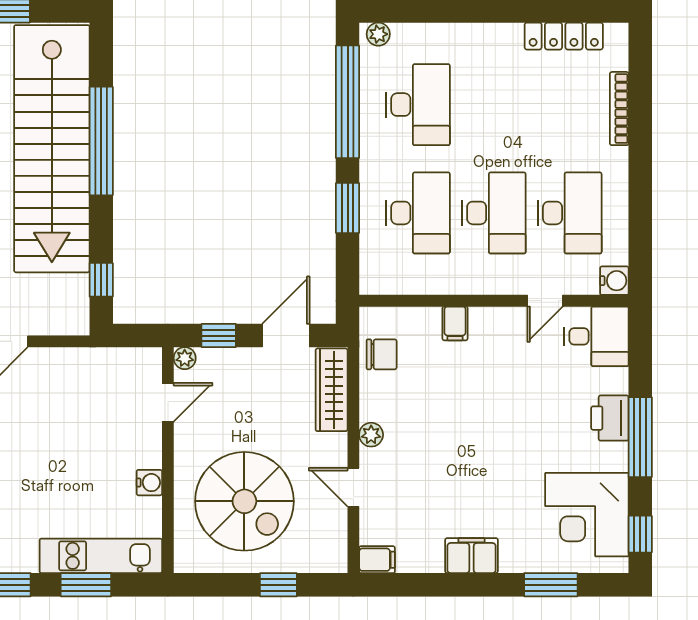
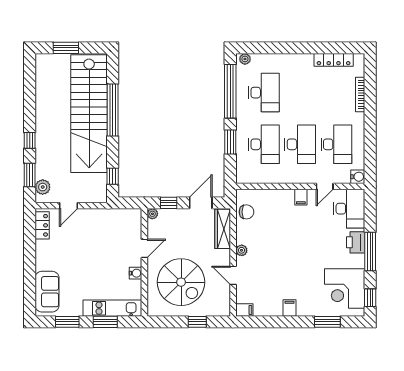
filing cabinet: (455, 323) -> (301, 197), moved
desk: (596, 336) -> (349, 209), width x1.37
door: (168, 402) -> (144, 248), moved
filing cabinet: (471, 556) -> (289, 308), width x0.50

